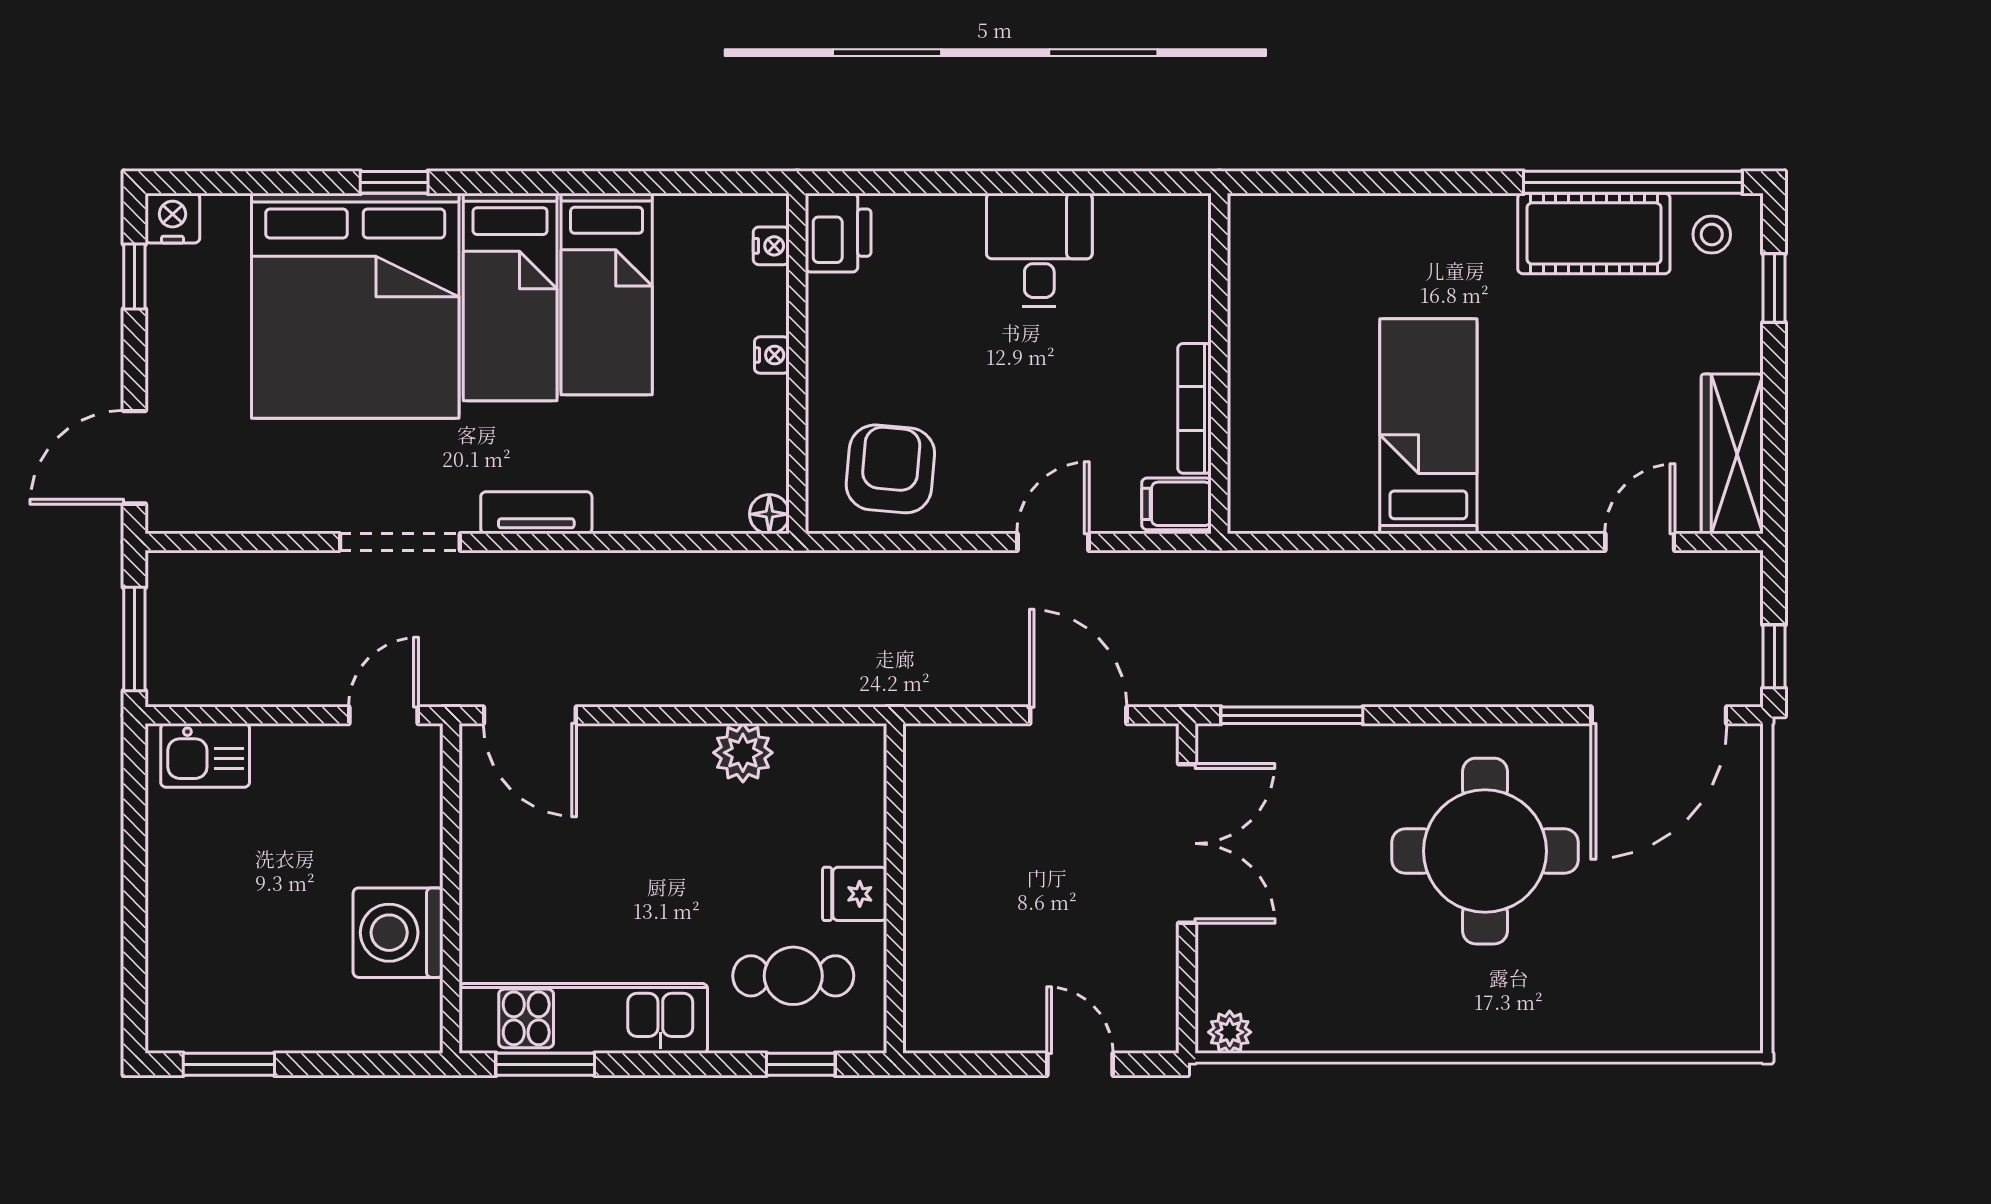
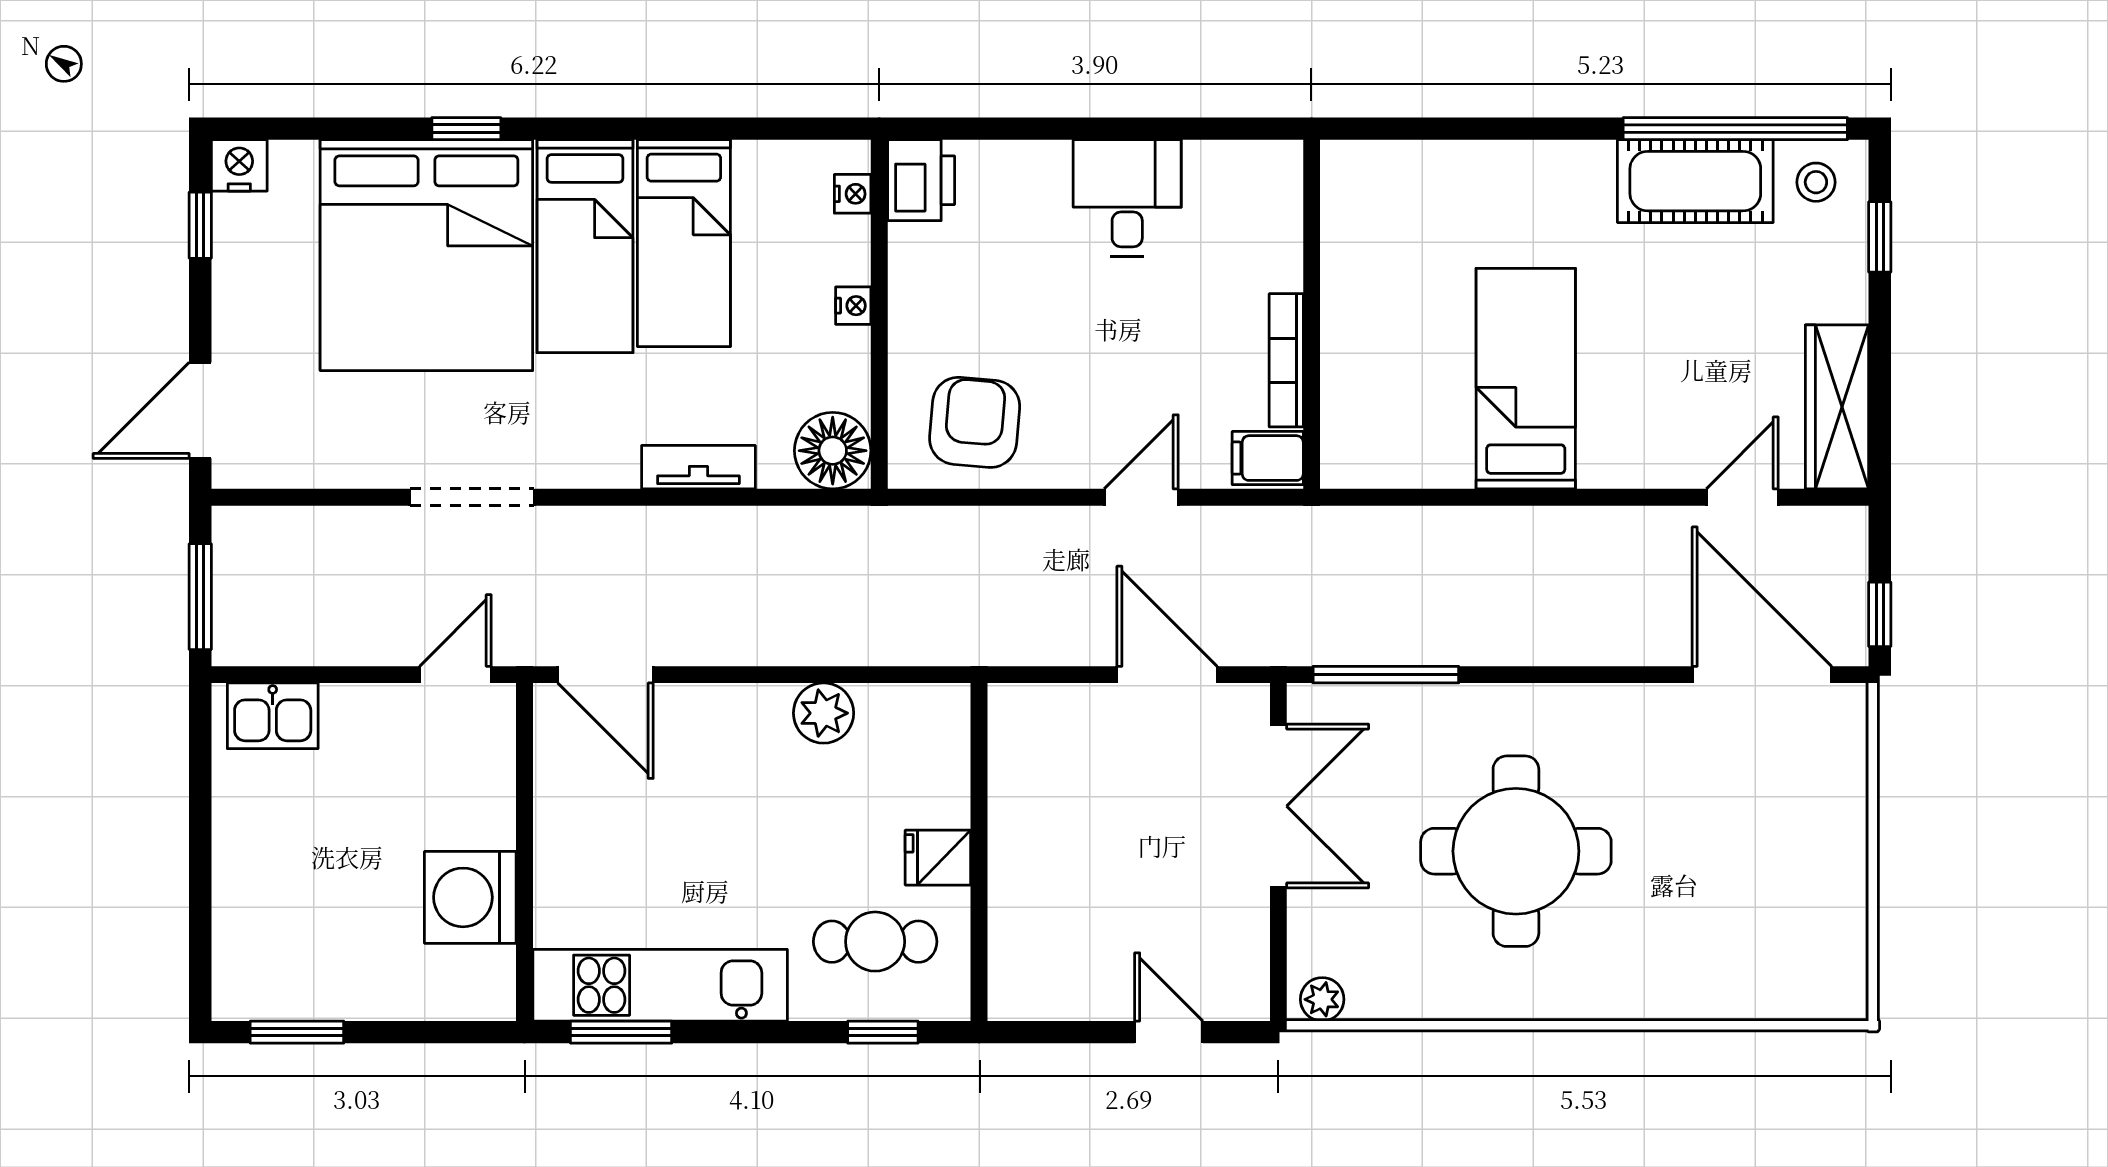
tv unit: (536, 513) -> (698, 467), moved
floor lamp: (769, 514) -> (833, 451), width x1.89, depth x1.89
door: (1659, 715) -> (1762, 675), swing flipped
round table: (1485, 851) -> (1516, 851), moved

